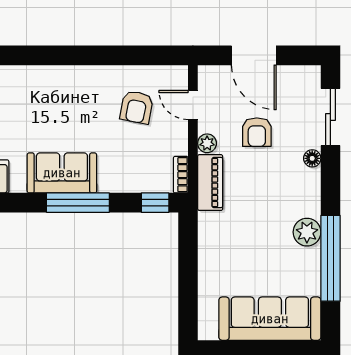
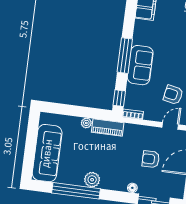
plant: (207, 143) -> (86, 123), moved
sofa: (62, 173) -> (140, 65), moved
piano: (210, 183) -> (108, 127), moved

